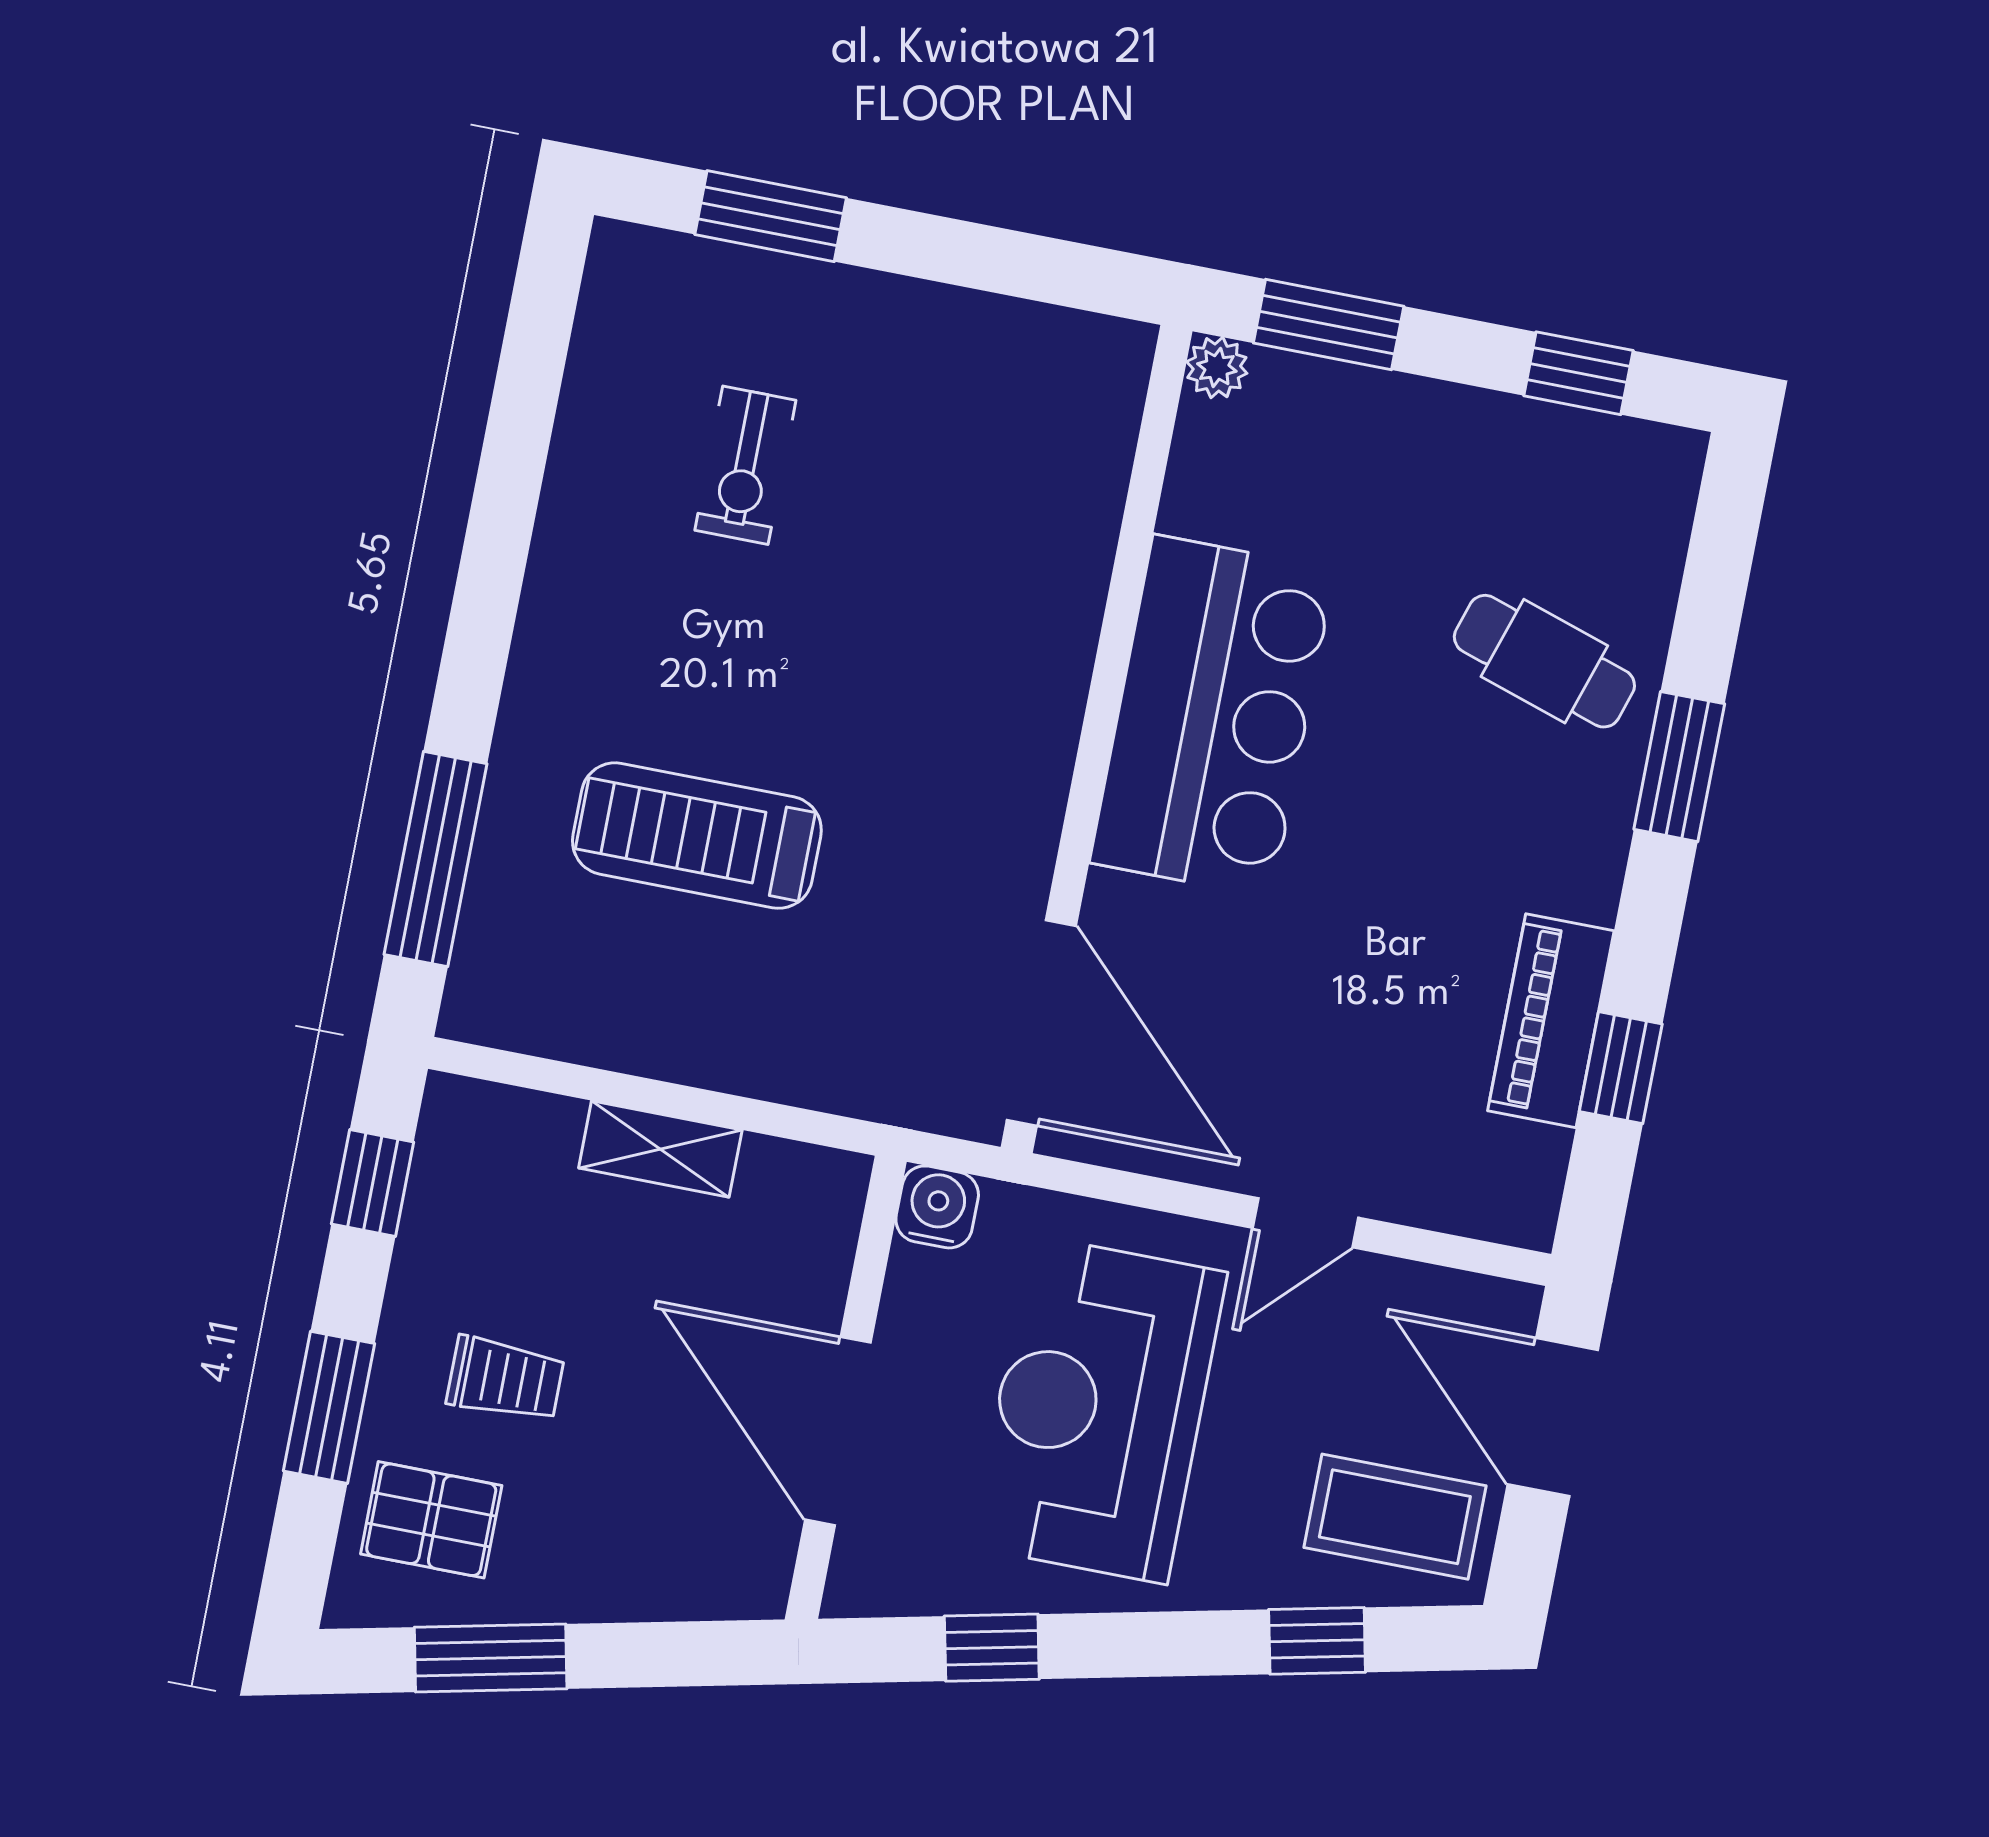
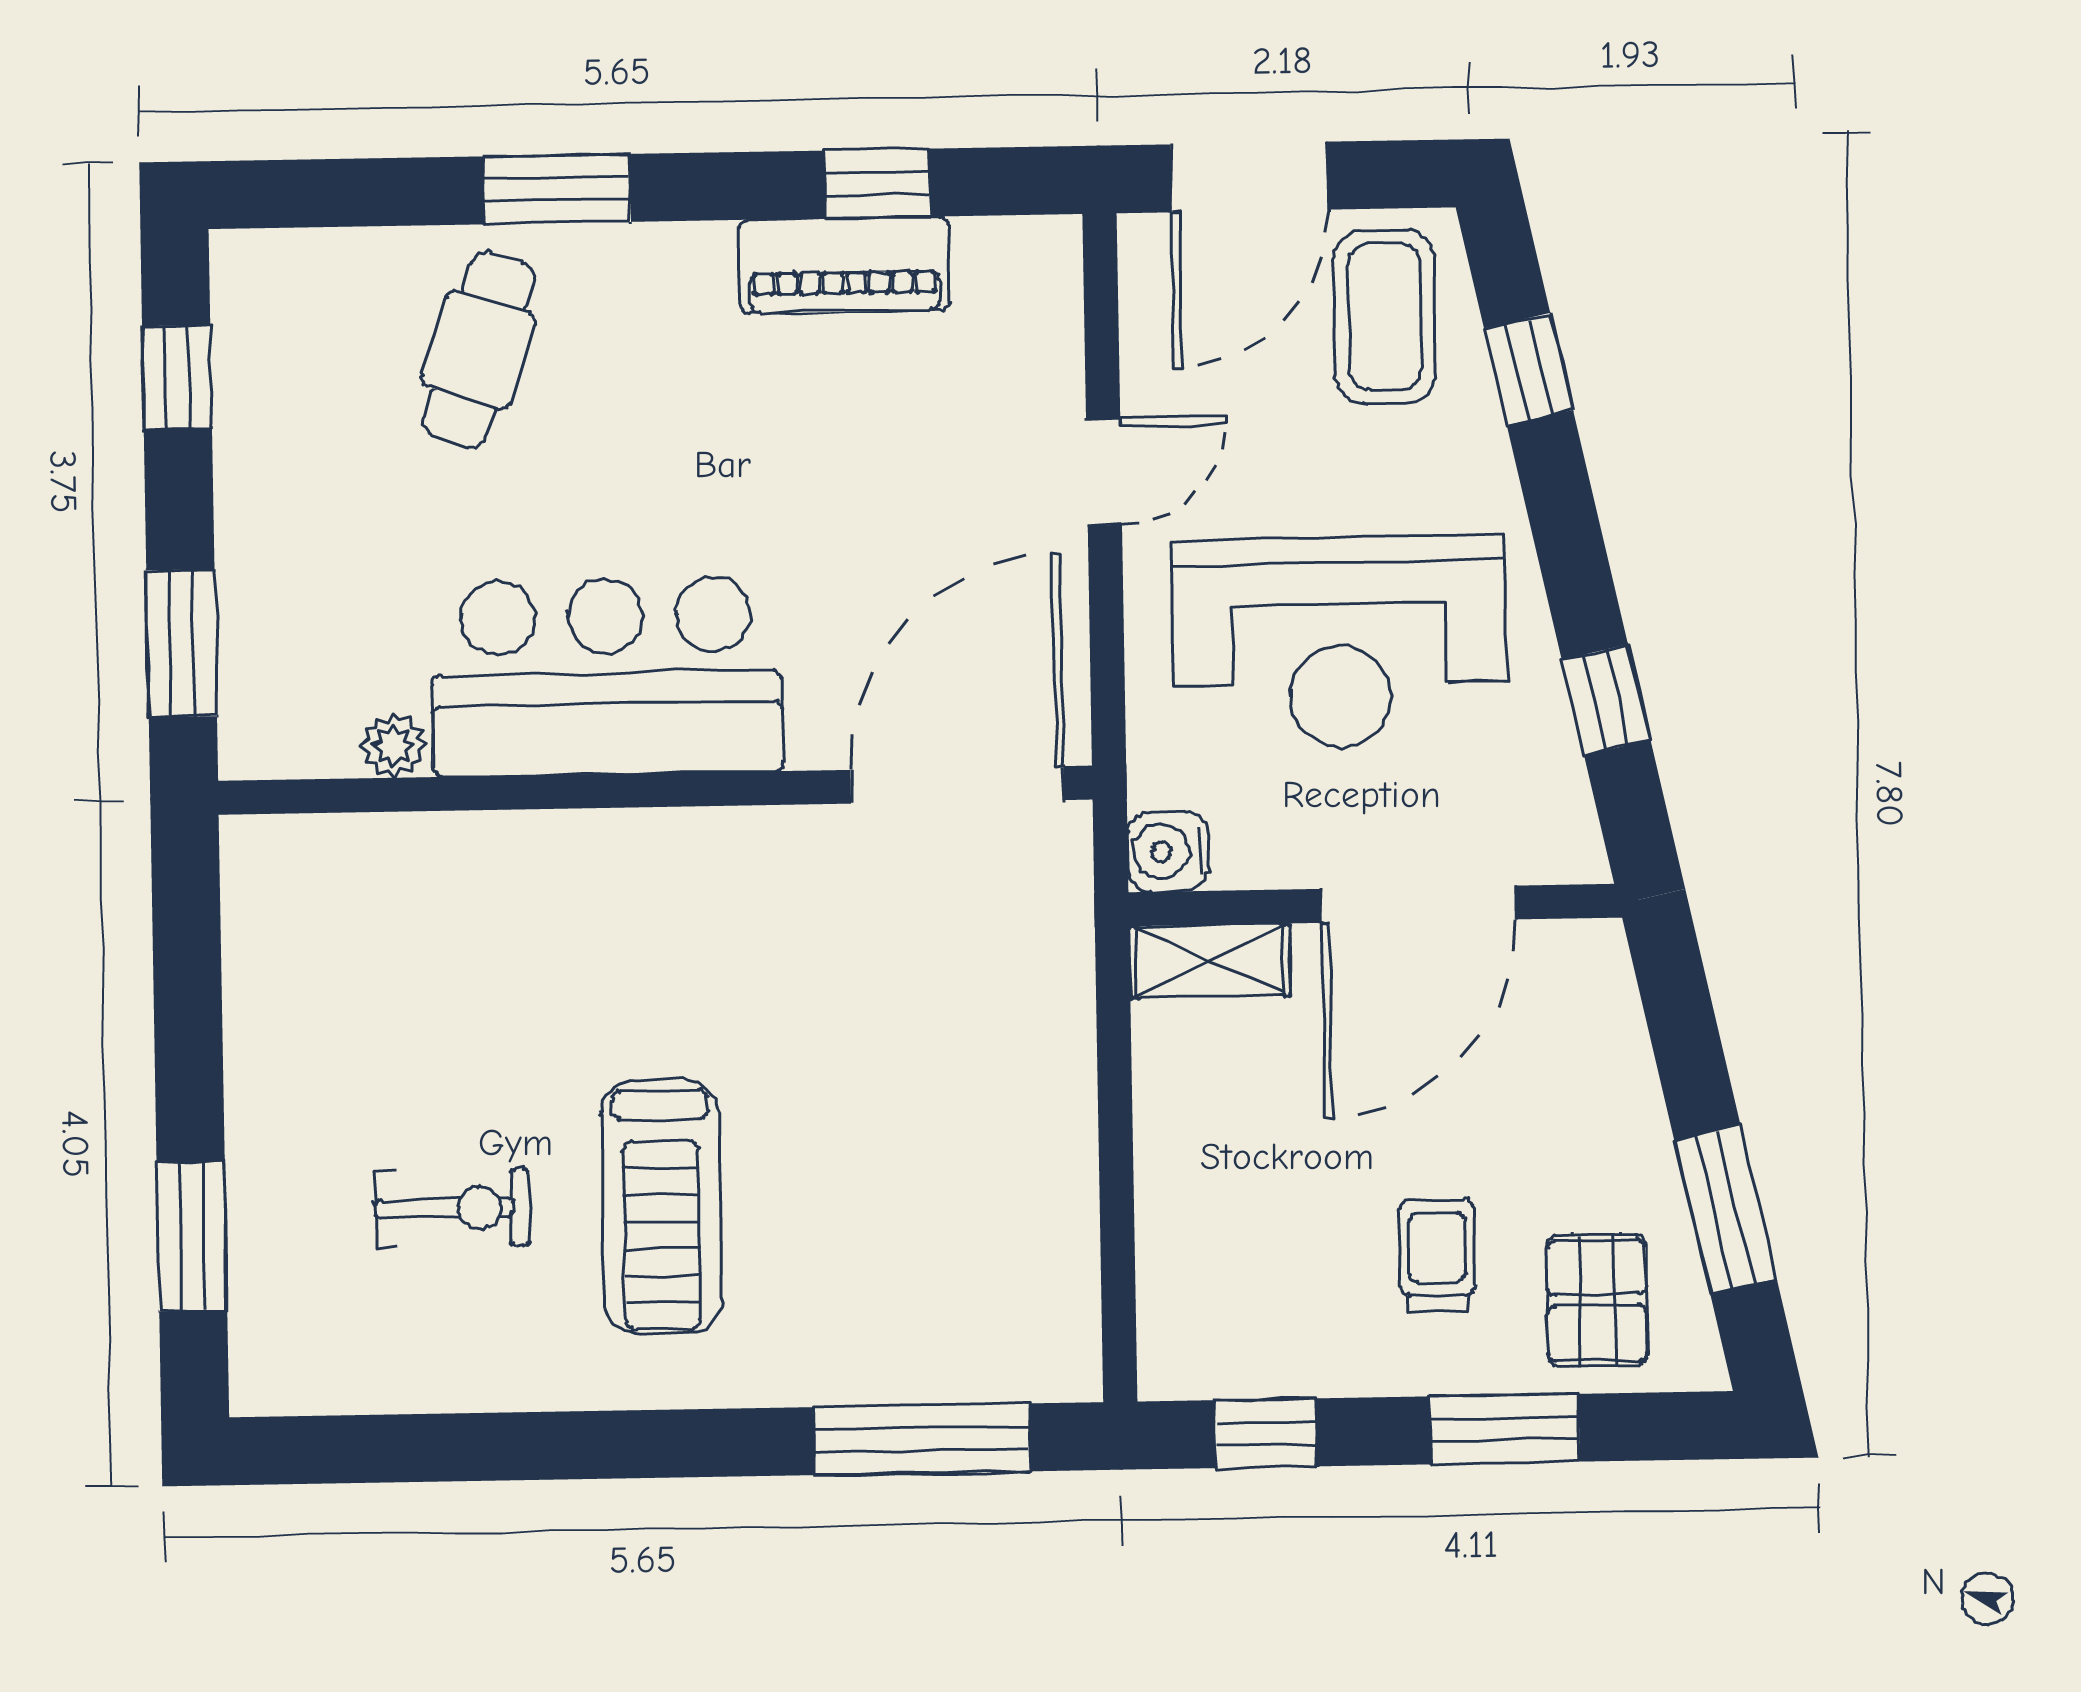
plant: (1217, 368) -> (393, 745), moved
treadmill: (697, 836) -> (662, 1207), moved
shelving: (660, 1149) -> (1209, 961), moved, turned 90
door: (1305, 1223) -> (1104, 472), hinge flipped

